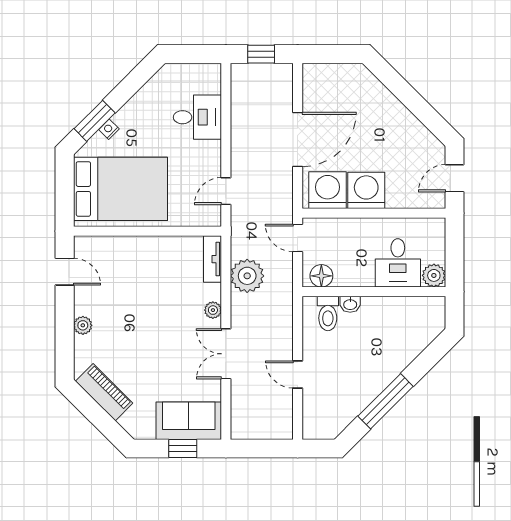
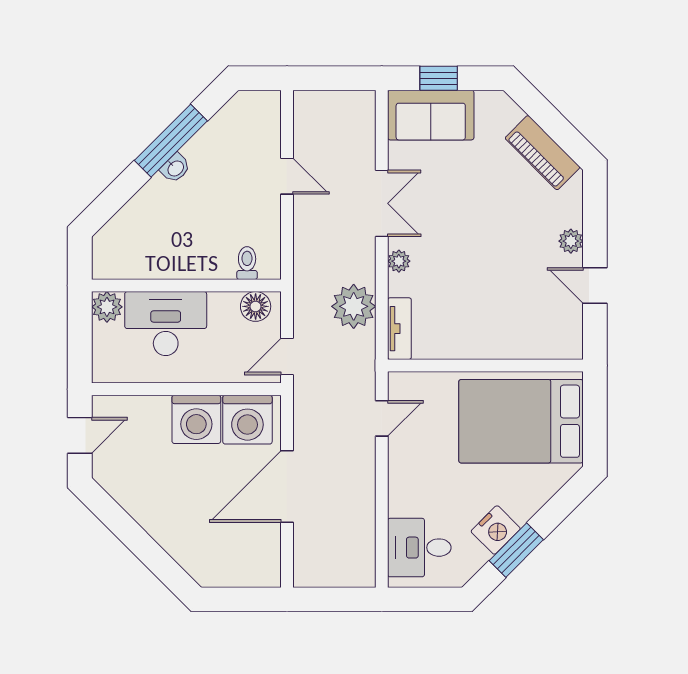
window: (261, 54) -> (335, 599), removed
desk: (197, 117) -> (419, 548), moved
window: (95, 121) -> (516, 550), moved
nightstand: (109, 129) -> (496, 530), moved, width x1.89, depth x1.79
door: (298, 238) -> (287, 356), swing flipped
desk: (398, 263) -> (166, 324), width x1.37
door: (65, 272) -> (595, 285), moved
washbasin: (350, 304) -> (175, 168), moved, turned 135
toilet: (328, 313) -> (247, 263), width x0.73, depth x0.72

